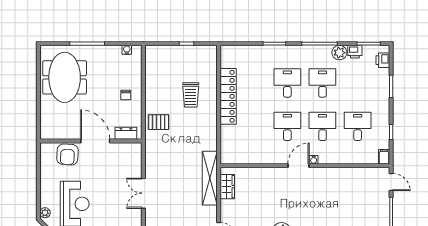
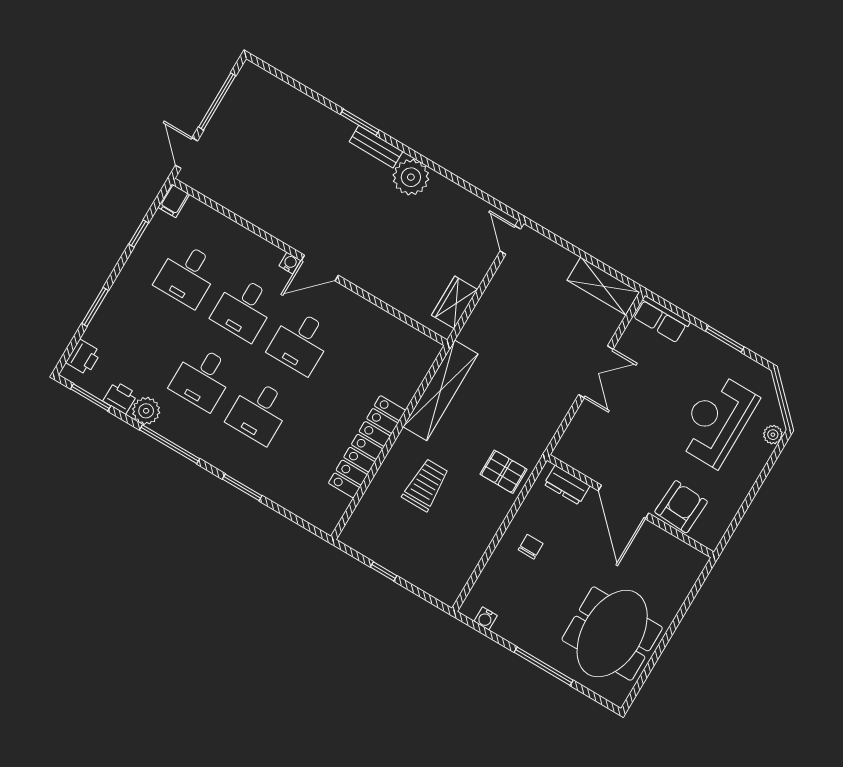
shelving: (210, 178) -> (441, 390), moved

